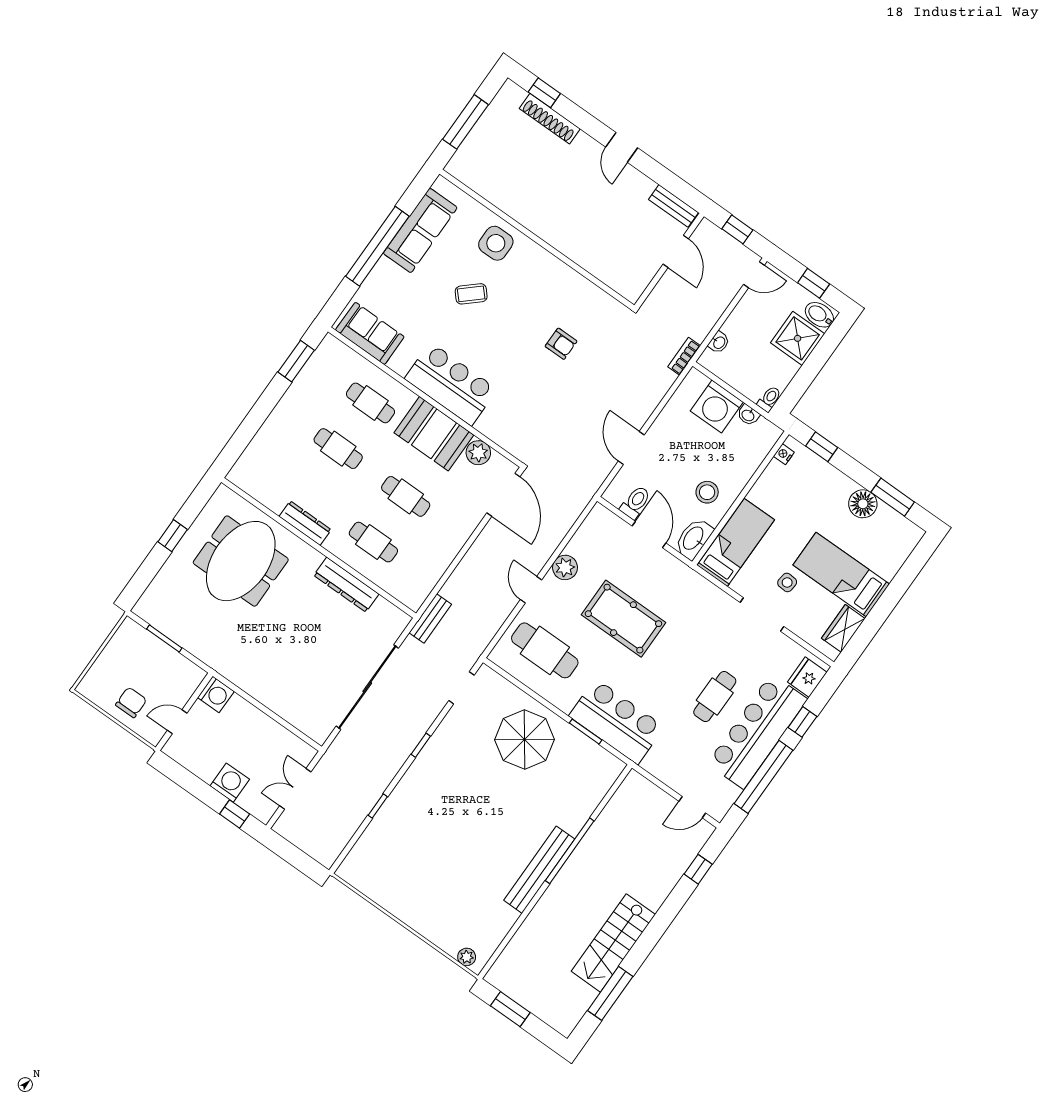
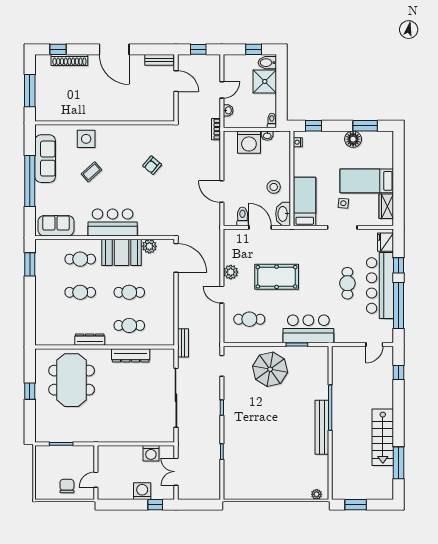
door: (622, 147) -> (114, 49), width x1.87
door: (754, 275) -> (222, 90), moved
armchair: (561, 344) -> (152, 165), turned 130
cafe table: (545, 650) -> (249, 319), width x0.73, depth x0.74
washing machine: (216, 694) -> (151, 453), moved, turned 90

